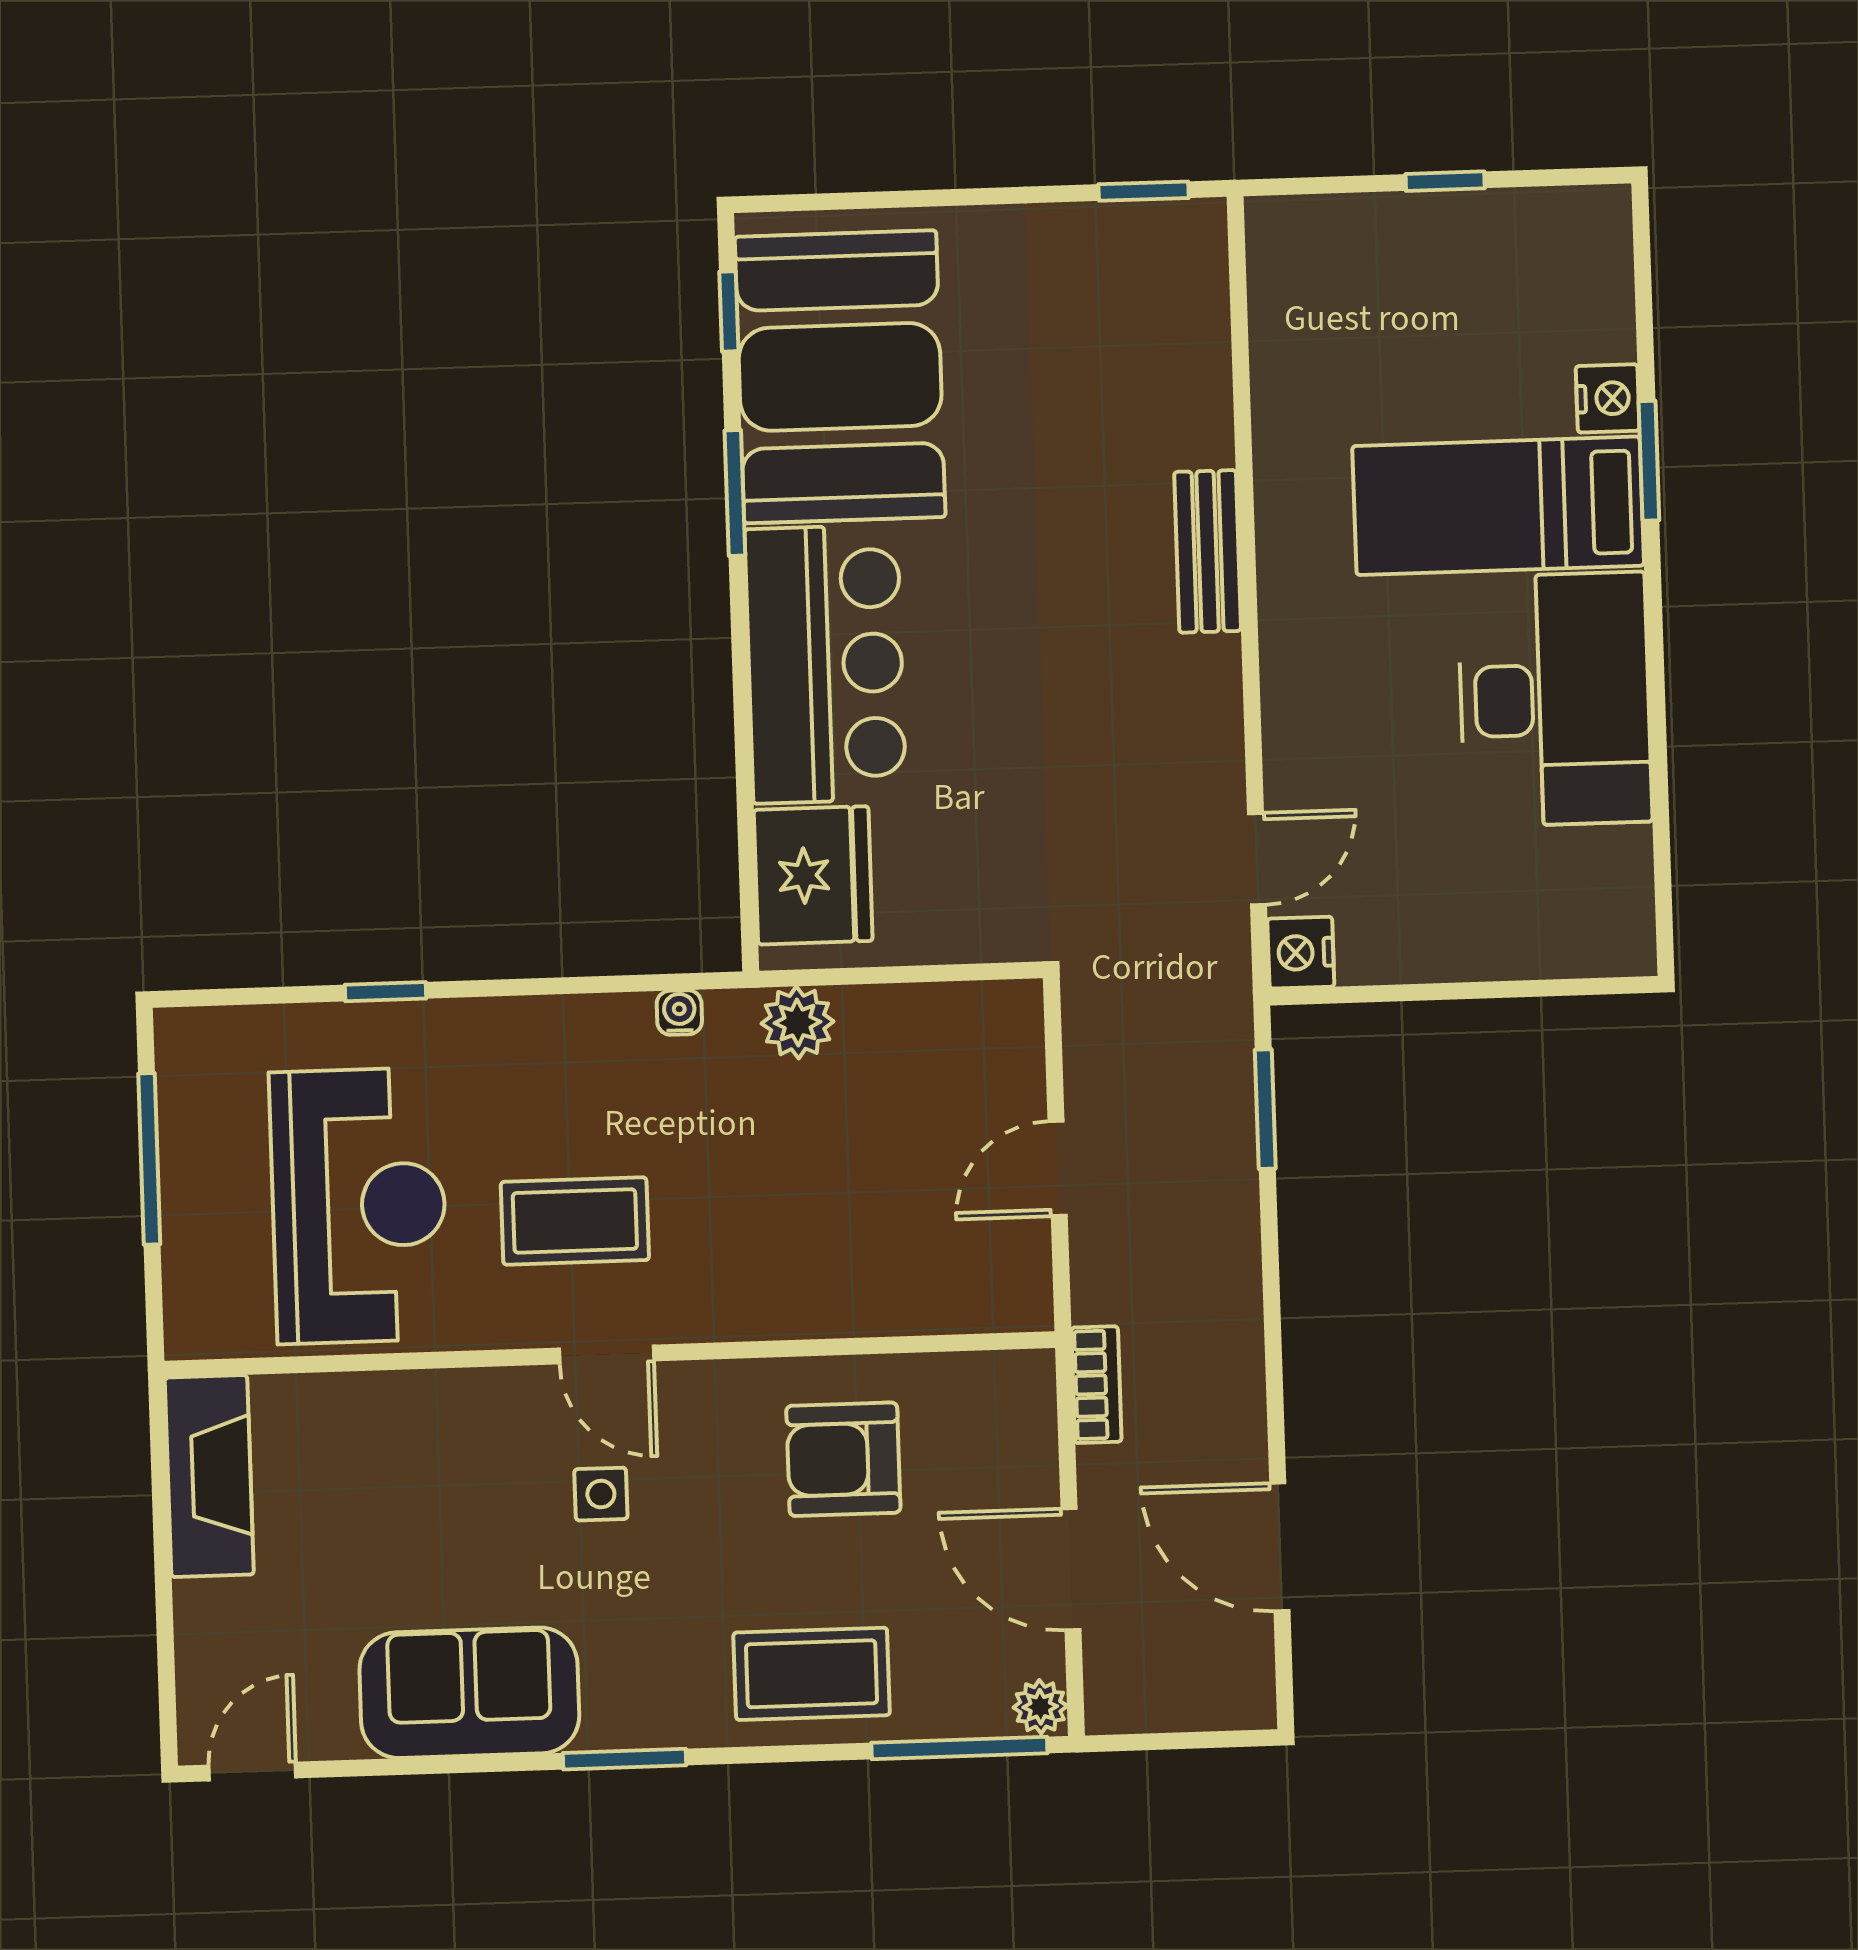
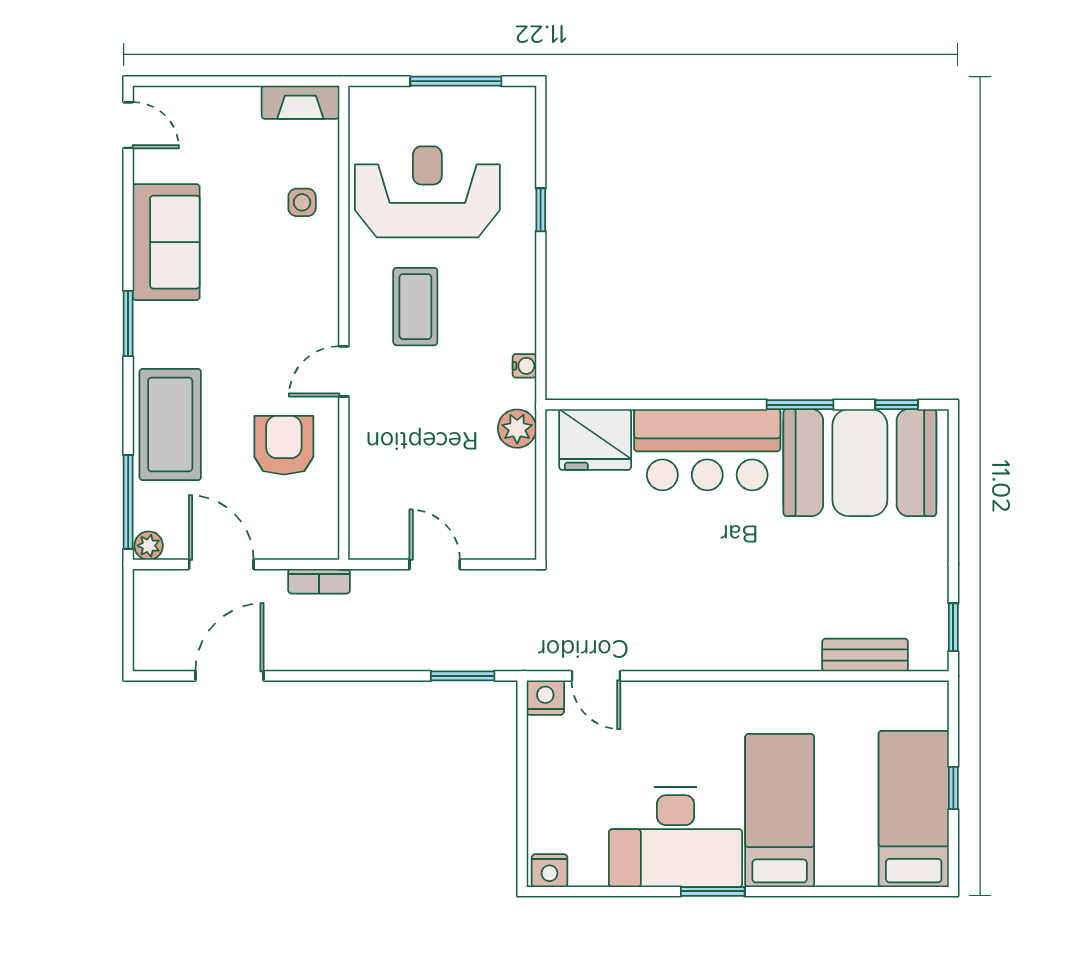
bed: (1487, 254) -> (914, 809), added
nightstand: (1608, 398) -> (550, 871), moved
window: (1649, 461) -> (713, 891), moved
bench: (1208, 551) -> (865, 655), moved
reception desk: (359, 1206) -> (427, 192), turned 180
door: (607, 1355) -> (344, 371), moved
fireplace: (209, 1476) -> (300, 102), width x0.73, depth x0.76
side table: (601, 1494) -> (302, 202), moved
door: (1071, 1569) -> (221, 564), hinge flipped
coffee table: (812, 1674) -> (170, 425), width x1.36, depth x1.32

